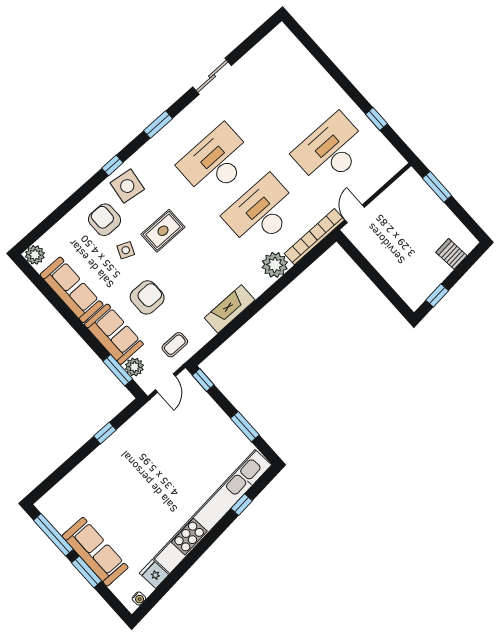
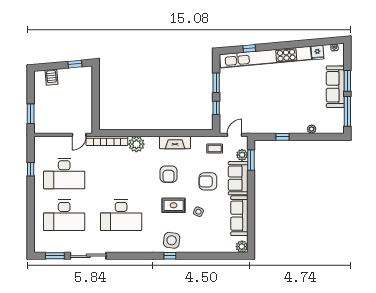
sliding door: (212, 76) -> (88, 256), width x1.37
window: (158, 125) -> (55, 256), moved
desk: (262, 212) -> (64, 215), moved
armchair: (105, 220) -> (169, 174), moved
window: (203, 380) -> (216, 108), moved
plant: (78, 474) -> (312, 129), added

